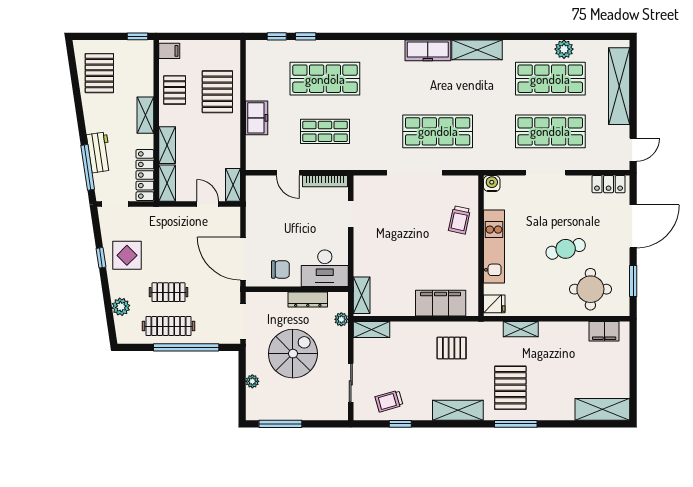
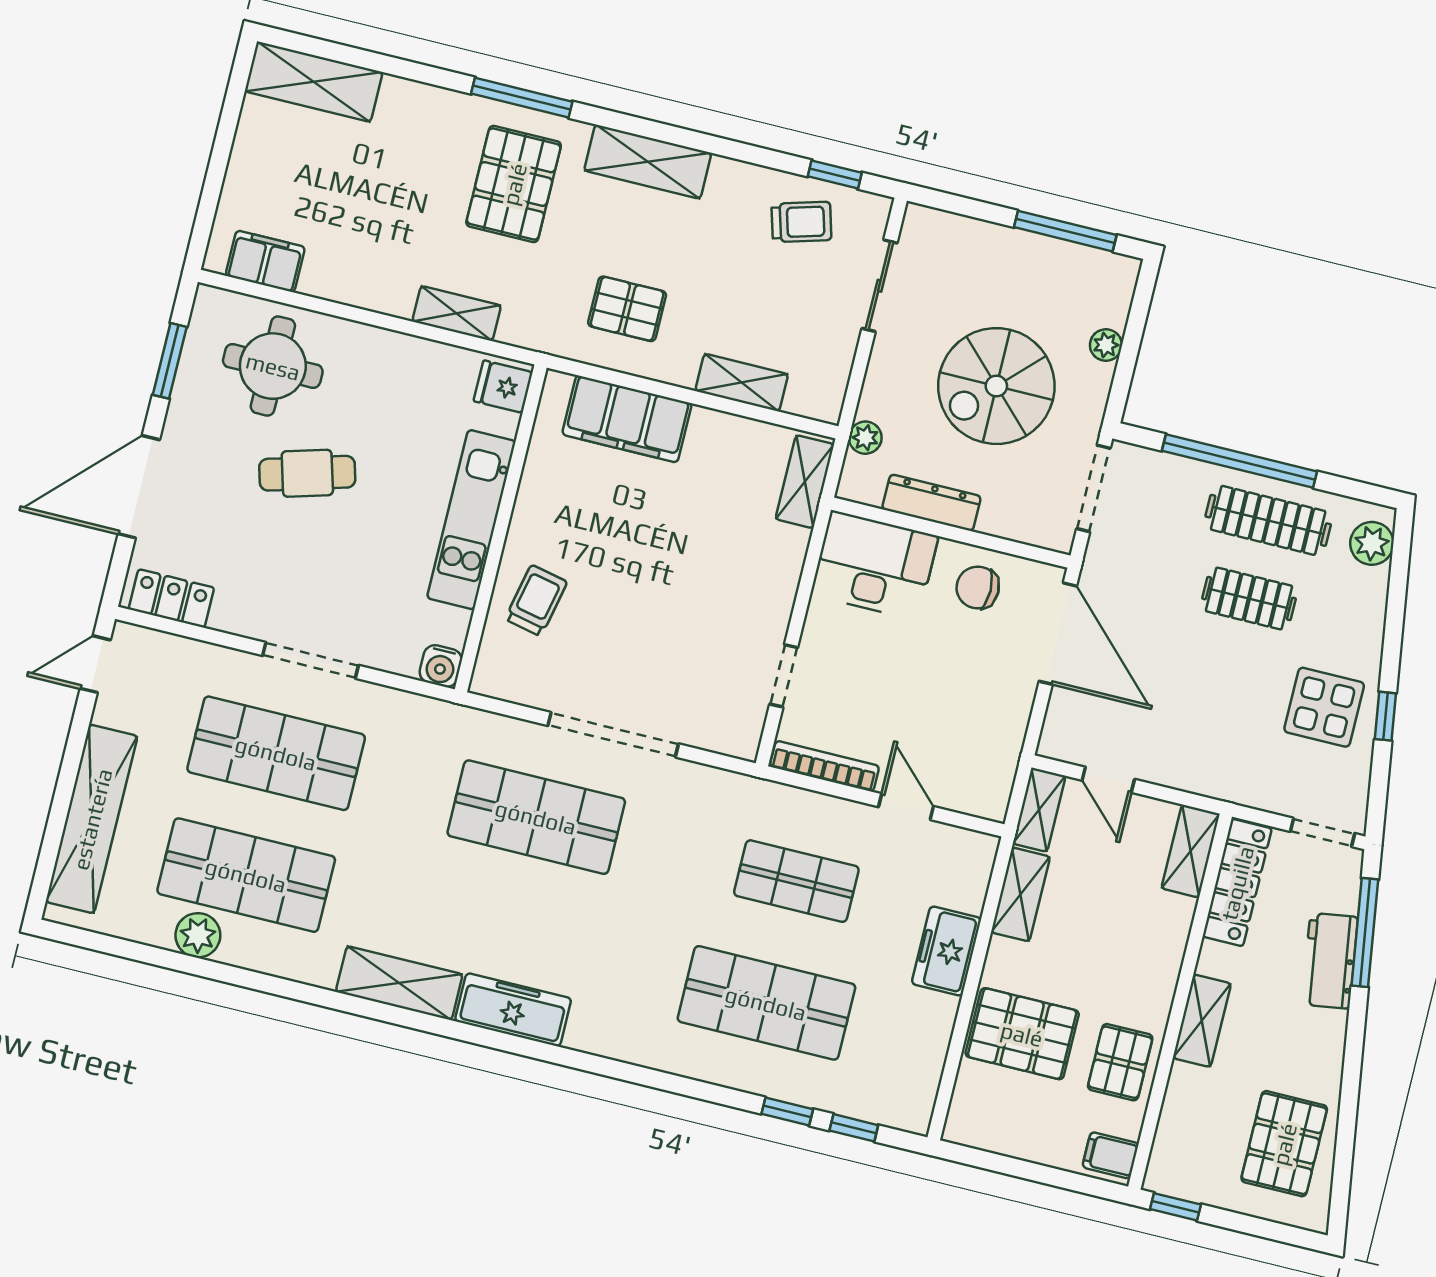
pallet: (217, 92) -> (1022, 1034), turned 90
shelving: (167, 145) -> (1020, 894), moved
plant: (121, 307) -> (1372, 543), moved
shelving: (372, 329) -> (742, 383), moved
window: (400, 424) -> (835, 174), moved

